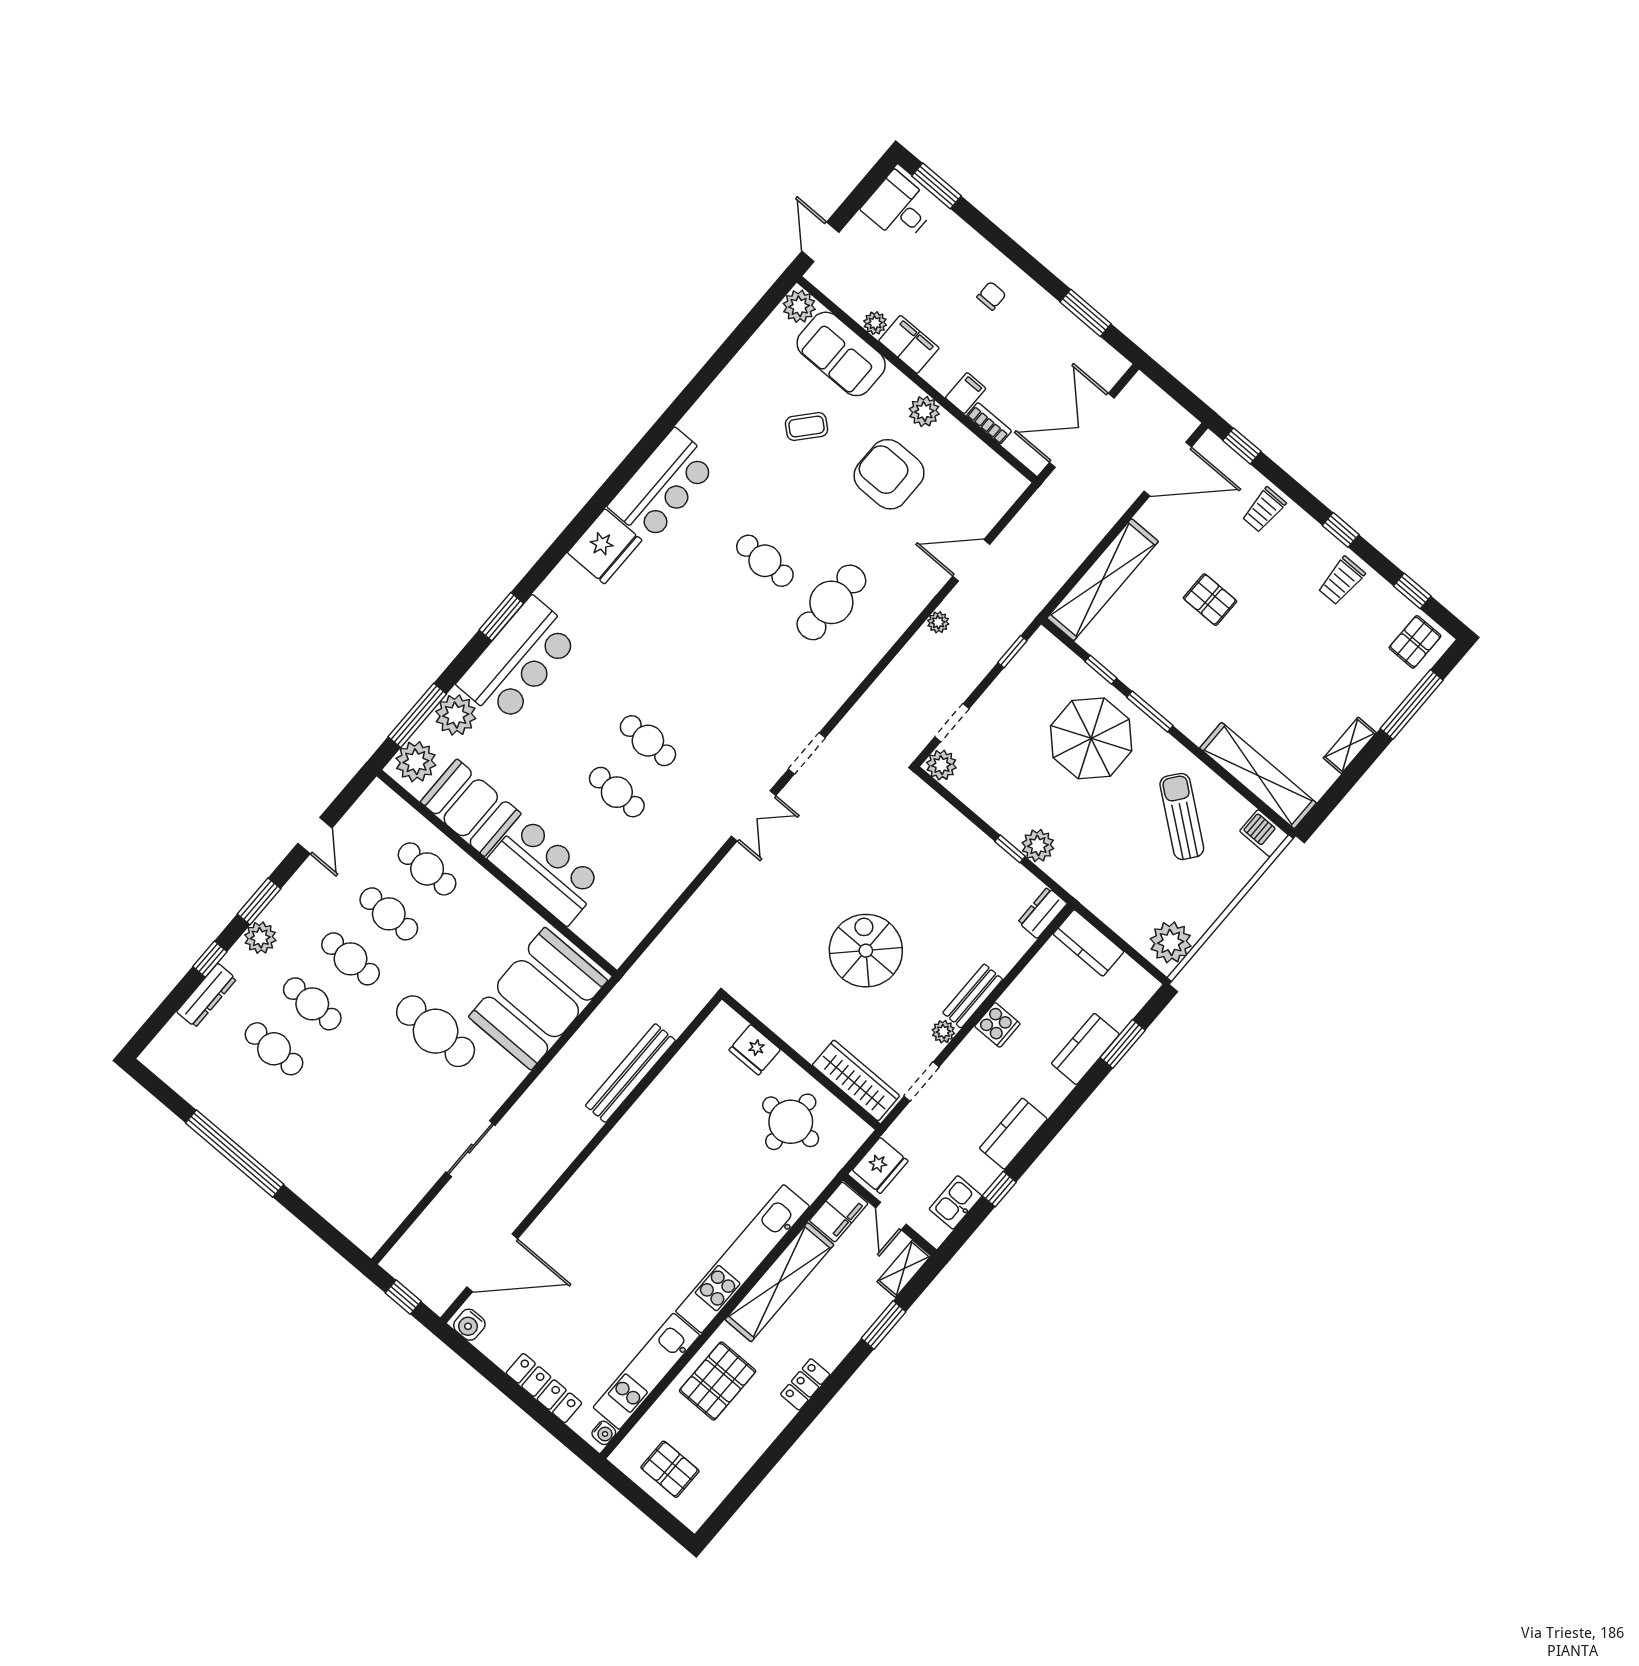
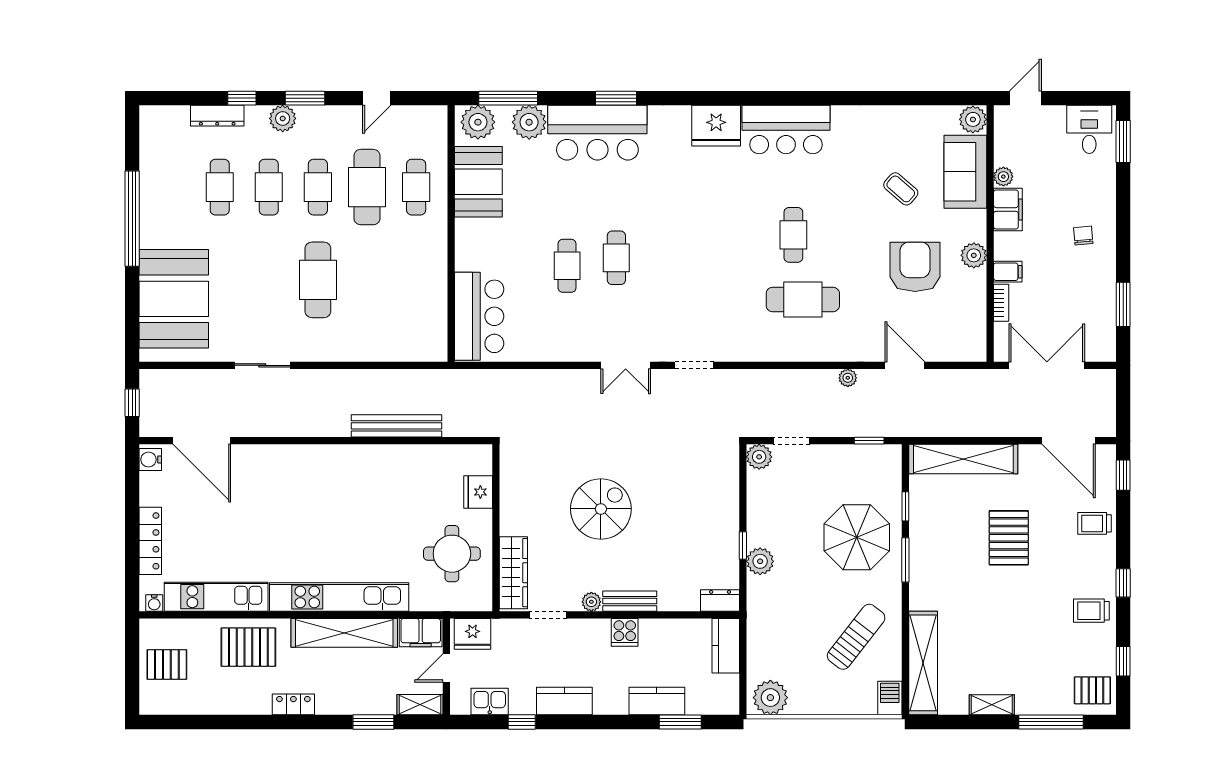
chair: (991, 296) -> (1083, 236), turned -95
pallet: (1210, 600) -> (1009, 538), width x1.50, depth x1.42
bar counter: (546, 871) -> (479, 316), moved
cafe table: (389, 914) -> (367, 187), width x1.37, depth x1.35
booth: (538, 999) -> (174, 299), moved, turned 90
pallet: (670, 1469) -> (167, 664), turned 90

